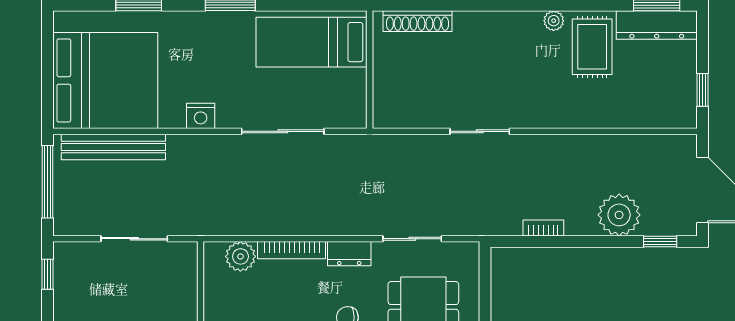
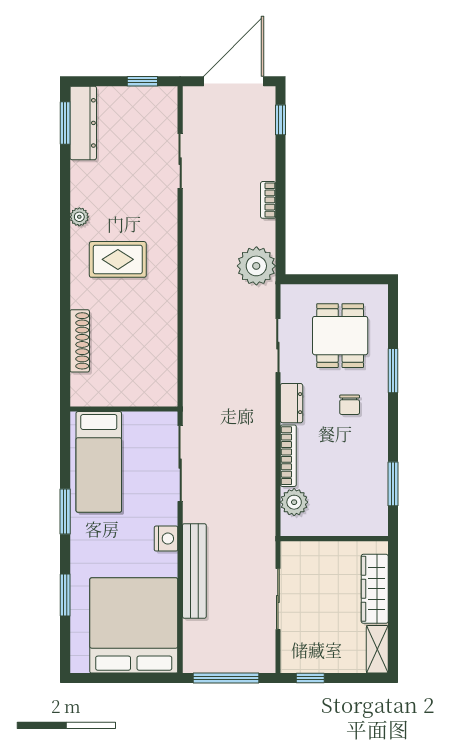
bed: (312, 42) -> (99, 462), moved
rug: (592, 47) -> (118, 259), moved
wall: (370, 70) -> (124, 409), moved
sliding door: (480, 131) -> (180, 161), moved
bench: (113, 147) -> (194, 571), moved
plant: (619, 215) -> (256, 266), moved
bookcase: (543, 228) -> (268, 200), moved

